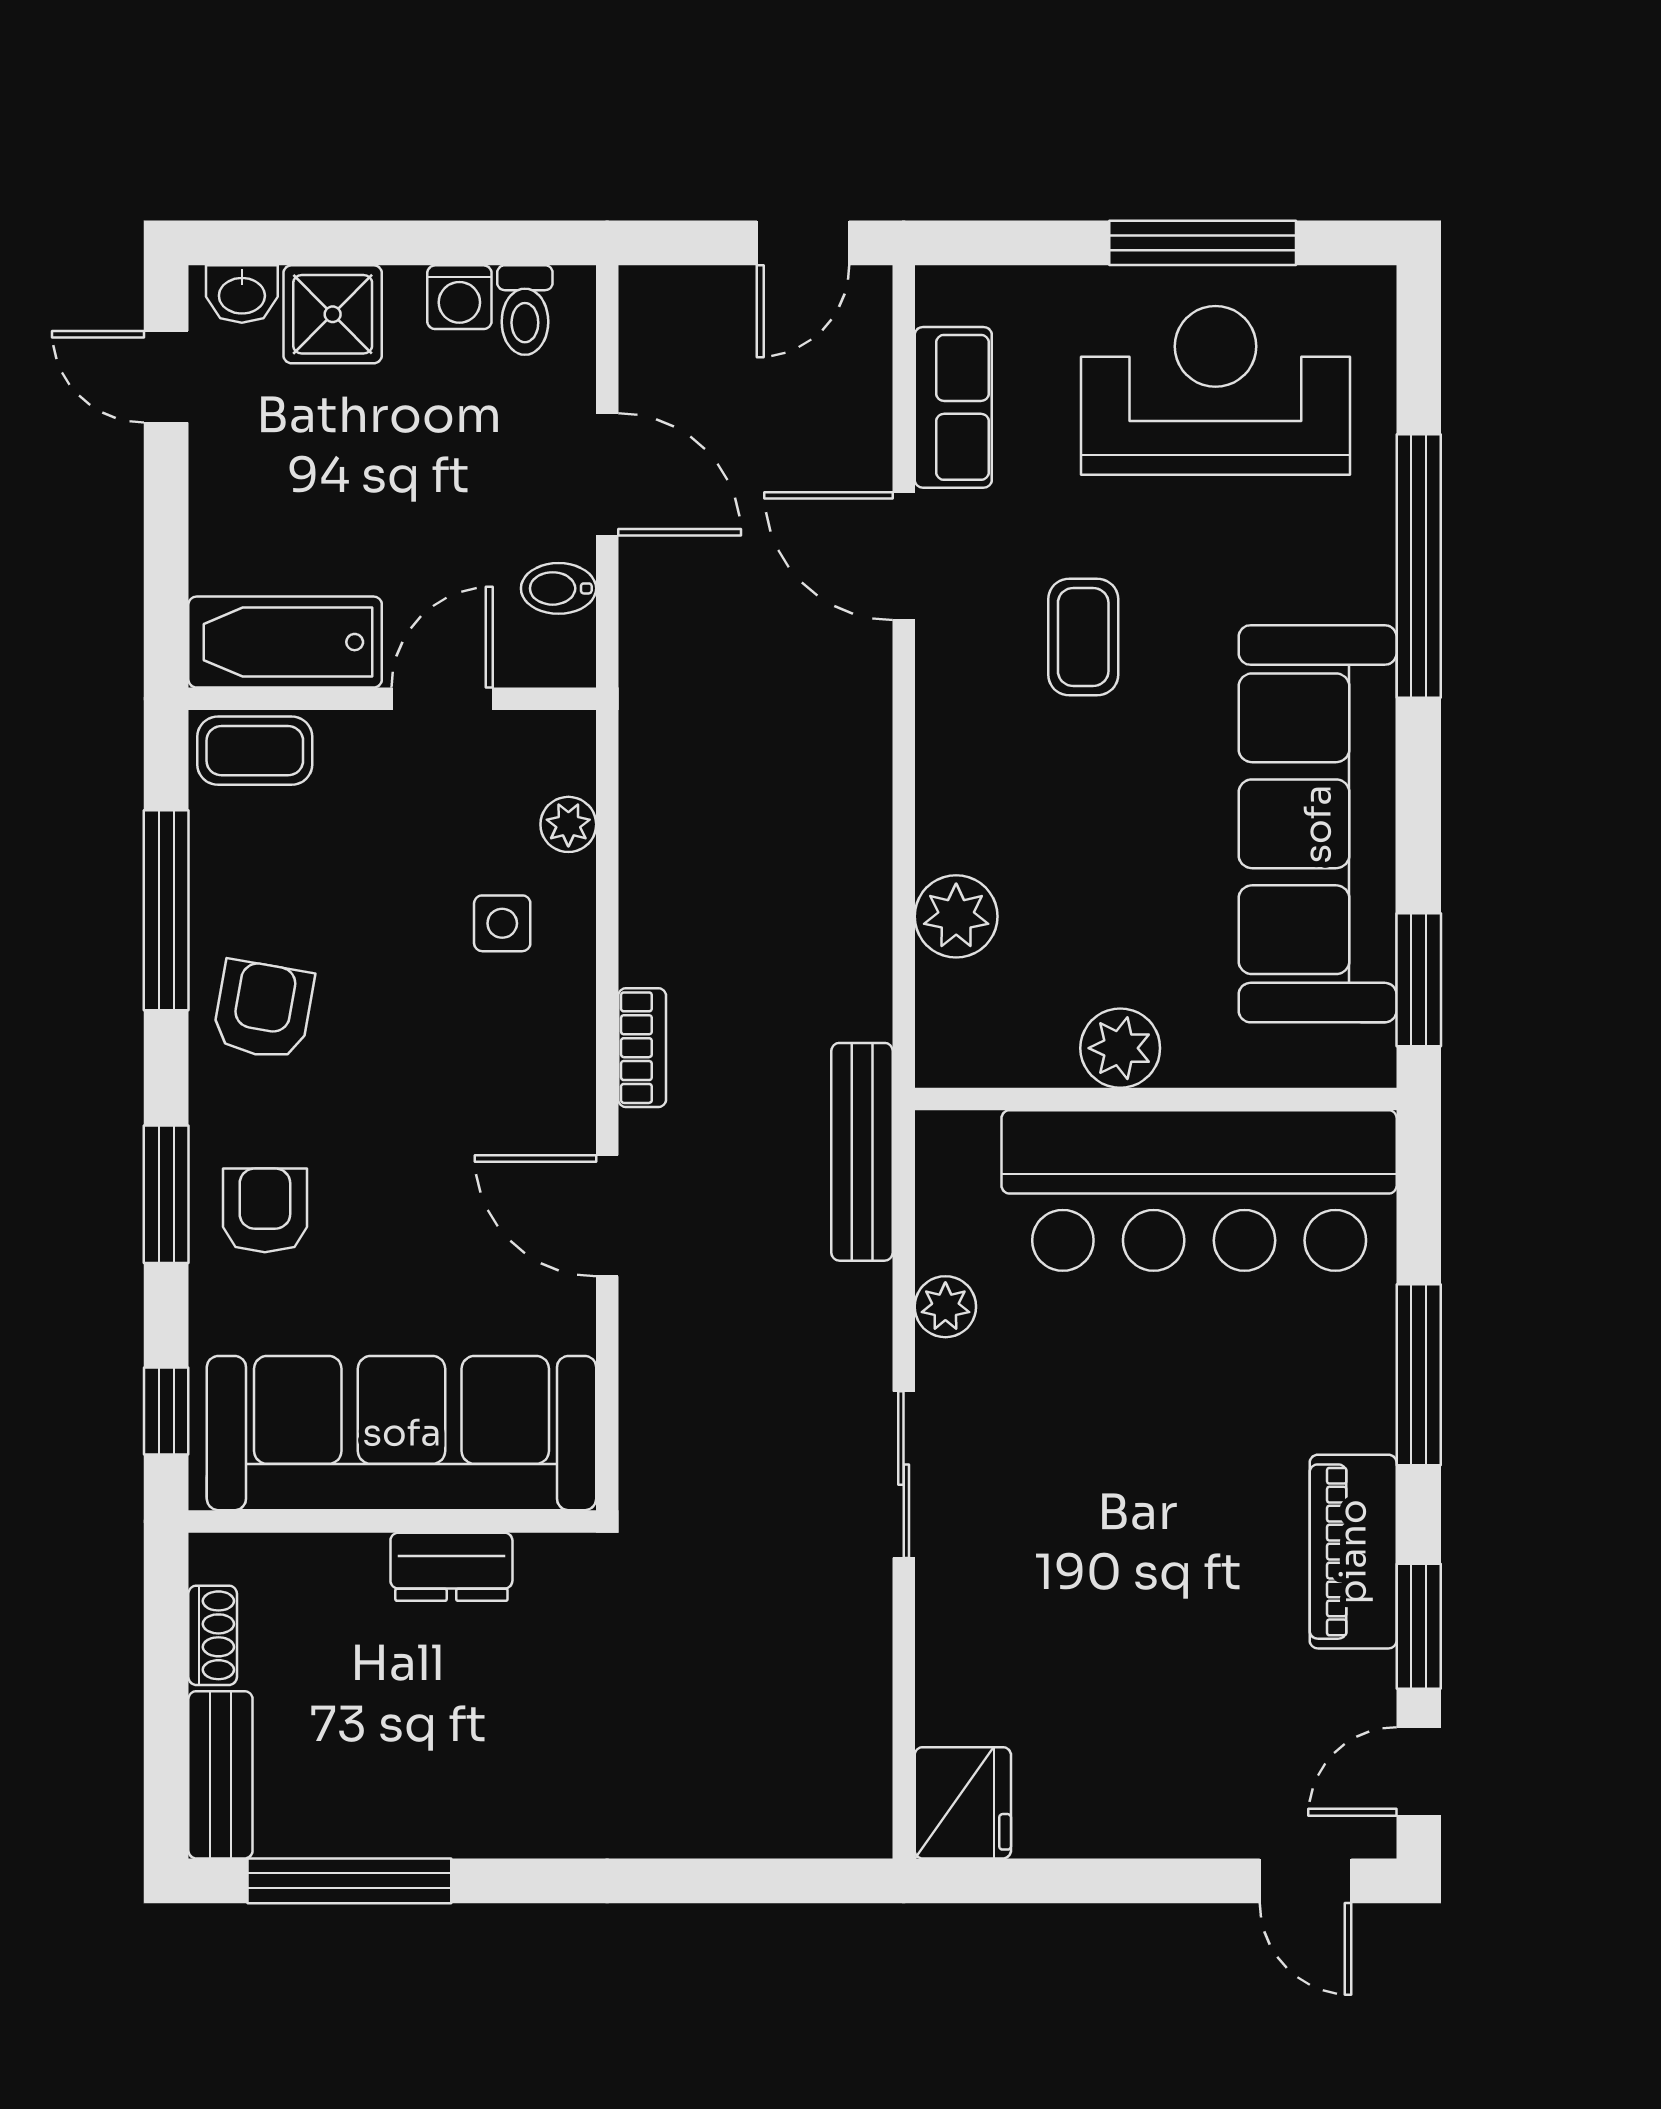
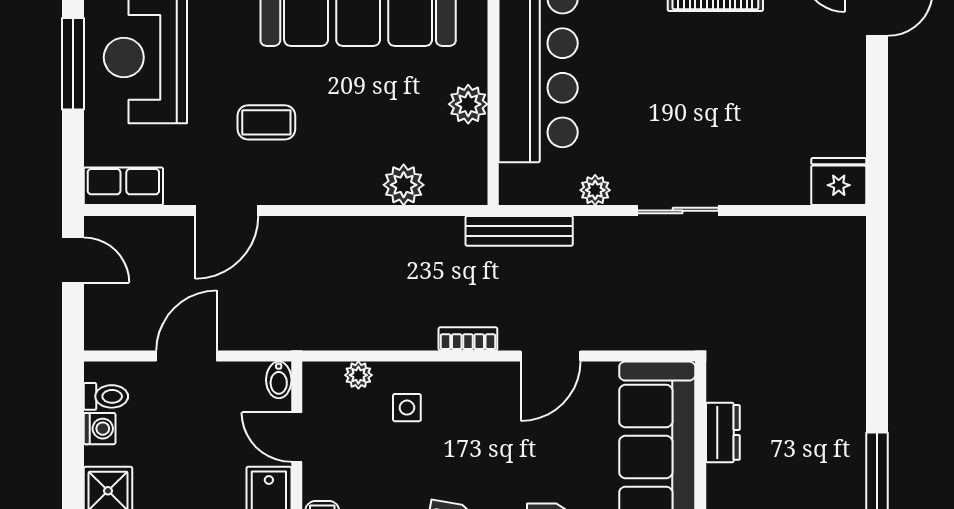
row of seats: (953, 407) -> (123, 186), moved
bidet: (559, 588) -> (279, 380), moved

